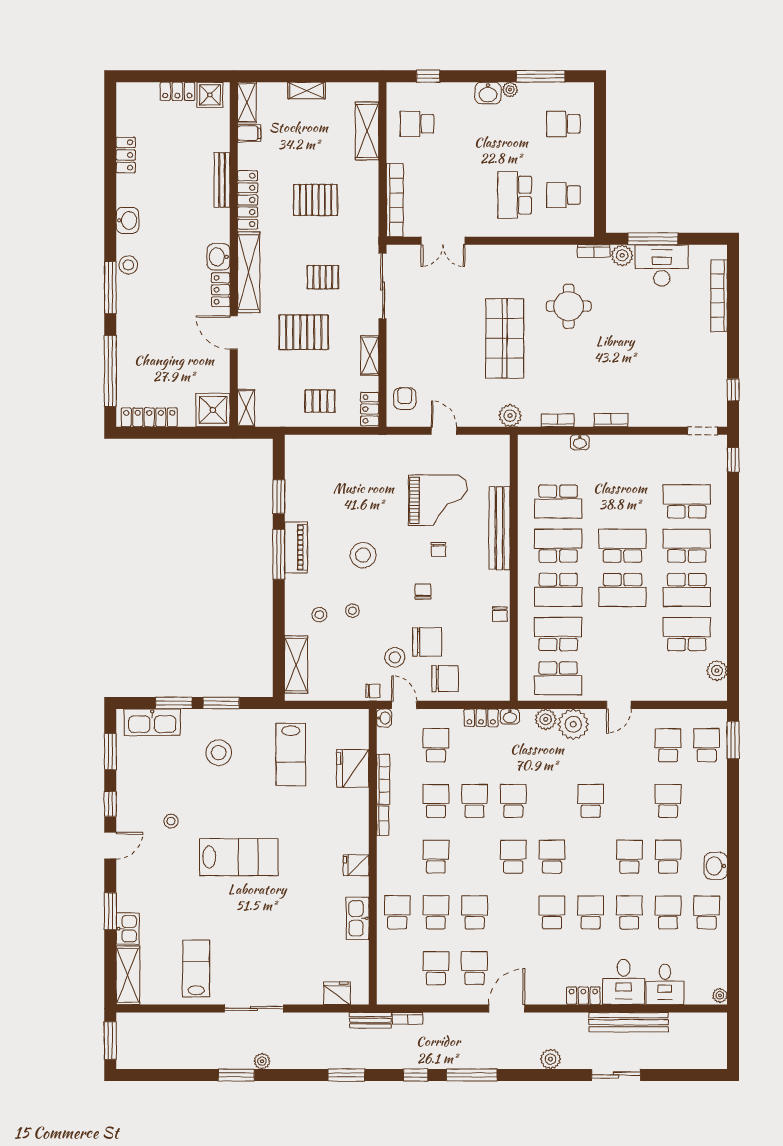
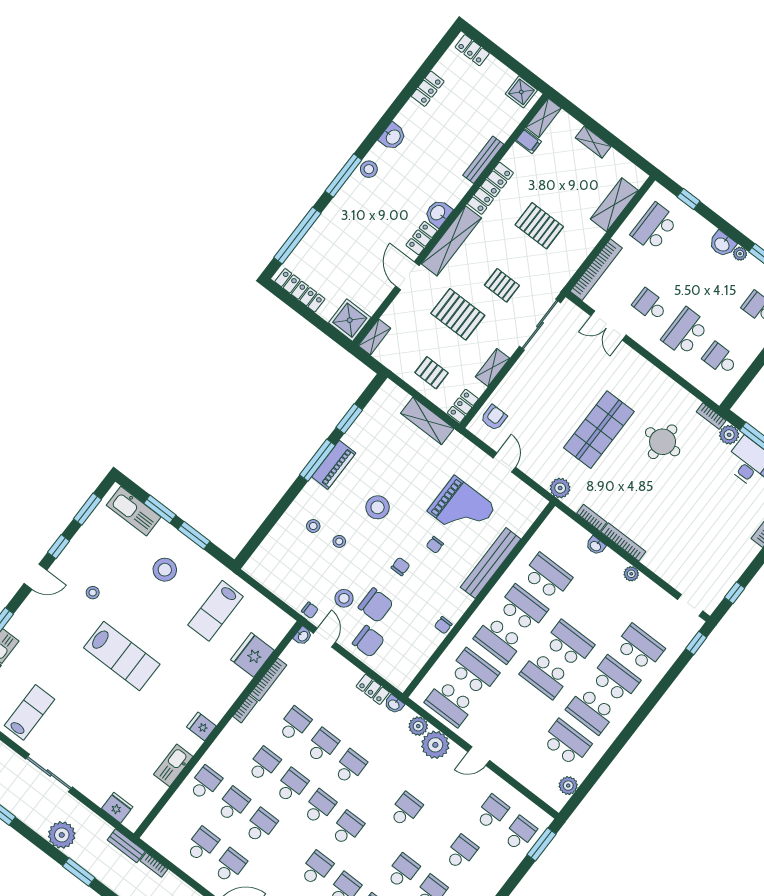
locker: (177, 91) -> (472, 50), moved
school desk: (417, 124) -> (654, 227), width x1.85
school desk: (466, 195) -> (650, 305), added
bookcase: (611, 420) -> (623, 542), width x1.56
plant: (630, 443) -> (631, 574), added
school desk: (558, 501) -> (547, 576), turned 180
shelving: (296, 665) -> (427, 421), moved, turned 90
school desk: (436, 745) -> (291, 786), moved
plant: (262, 1061) -> (62, 835), moved, width x1.88, depth x1.88

